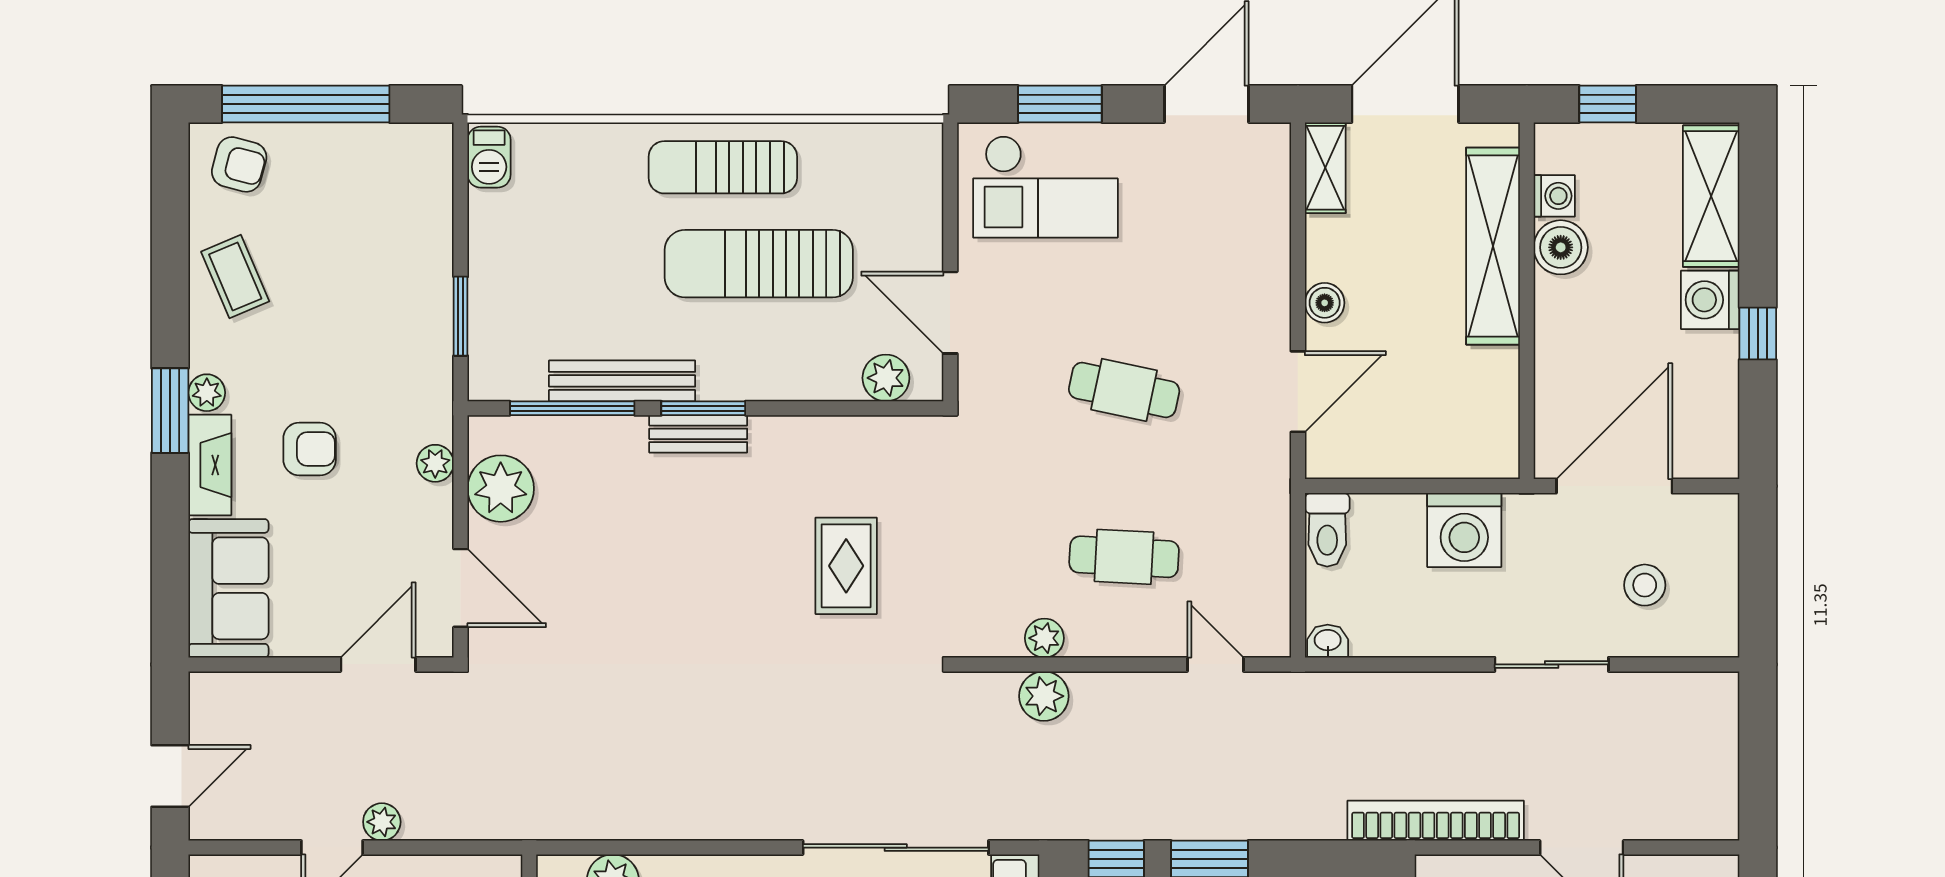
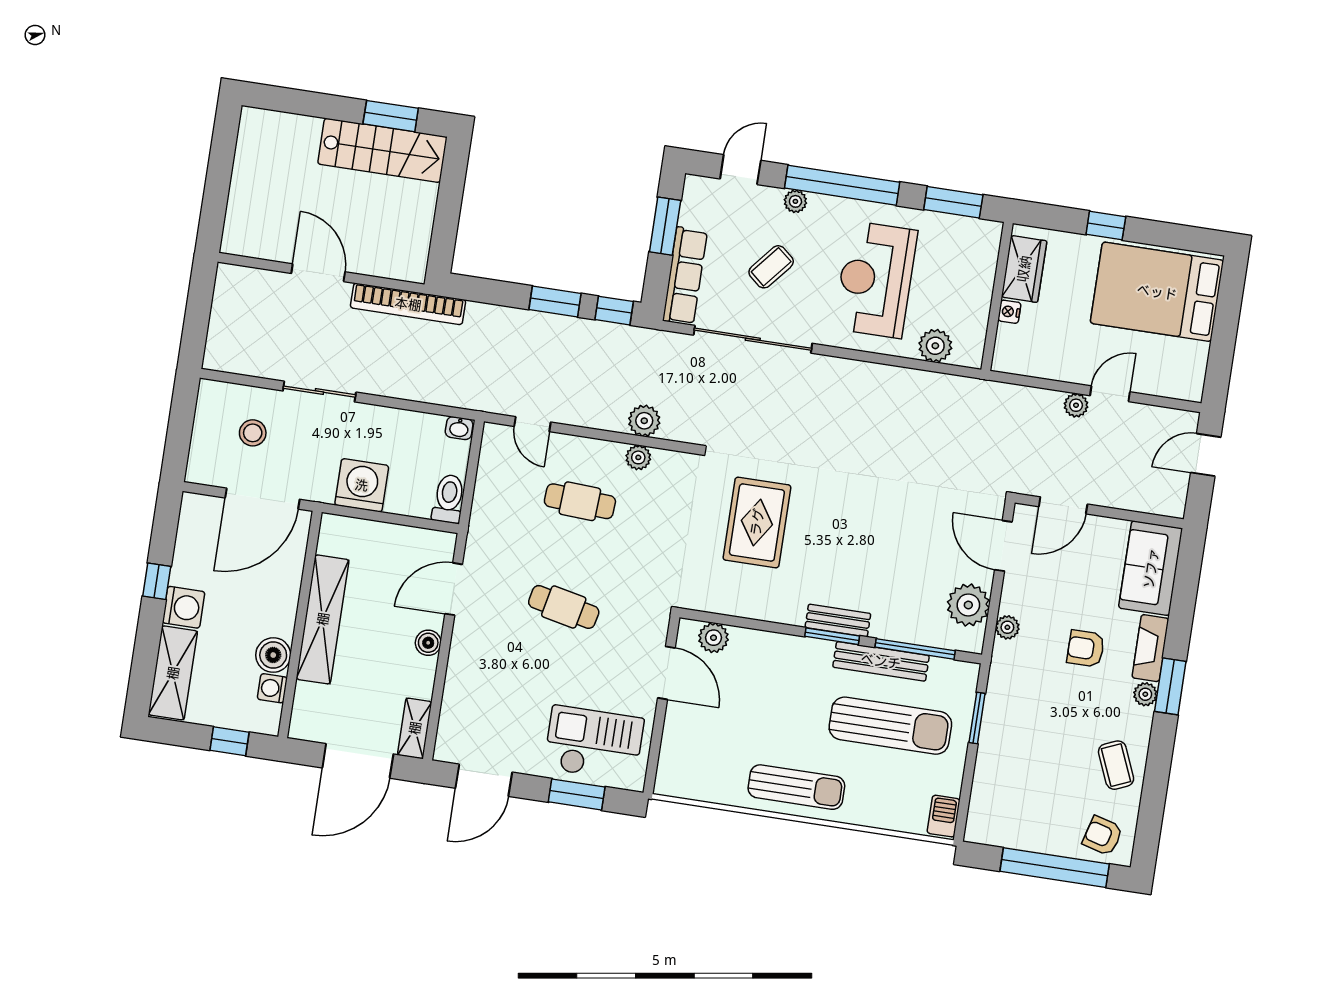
shelving: (1493, 246) -> (323, 619), moved
sun lounger: (759, 264) -> (890, 726), moved
rug: (846, 566) -> (757, 522), width x1.36, depth x1.43

